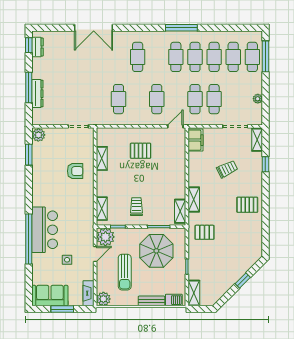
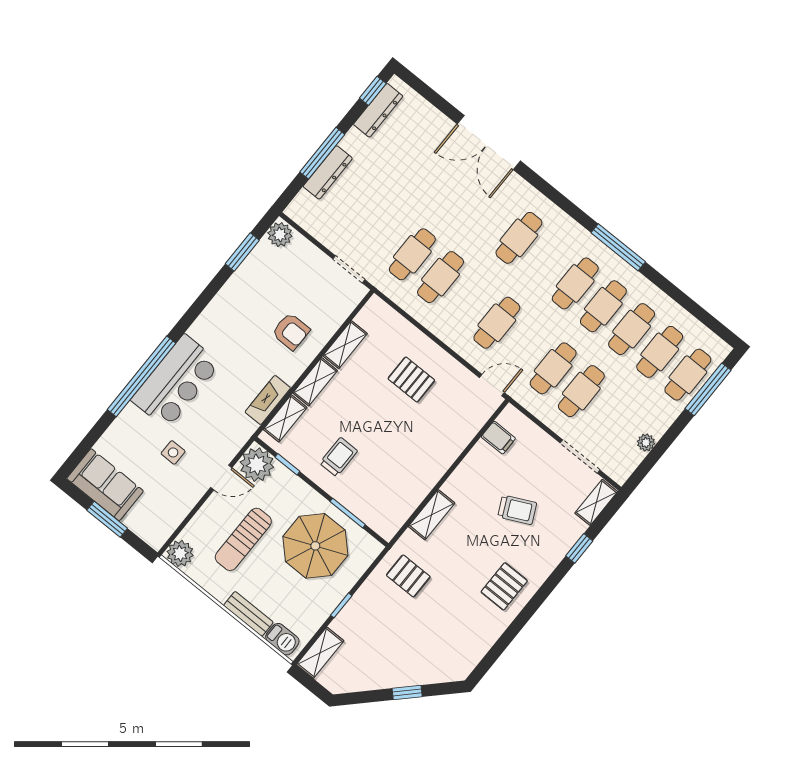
dresser: (37, 47) -> (378, 110), width x1.44
cafe table: (99, 99) -> (412, 254), added
filing cabinet: (195, 140) -> (498, 438), width x0.50
pallet: (247, 205) -> (504, 586), turned 90
shelving: (180, 211) -> (315, 382), moved
fireplace: (88, 293) -> (268, 400), moved

